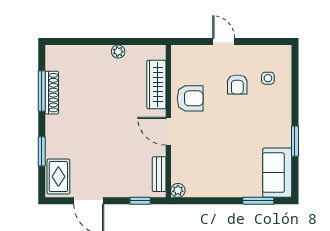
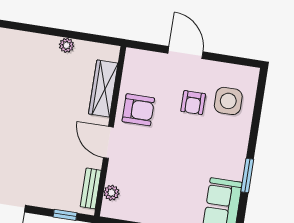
door: (224, 42) -> (185, 52), width x1.38
side table: (268, 78) -> (228, 101), width x1.87, depth x1.87
plant: (178, 190) -> (111, 193), moved

